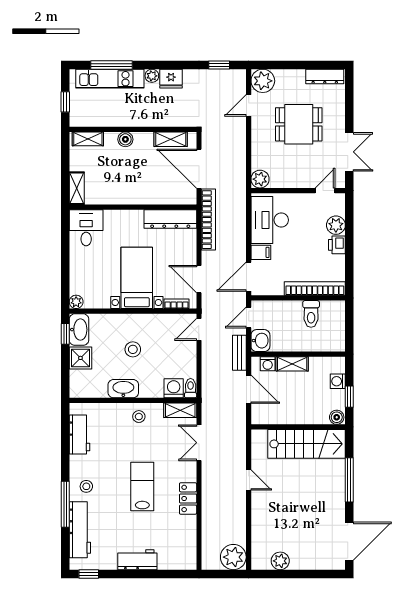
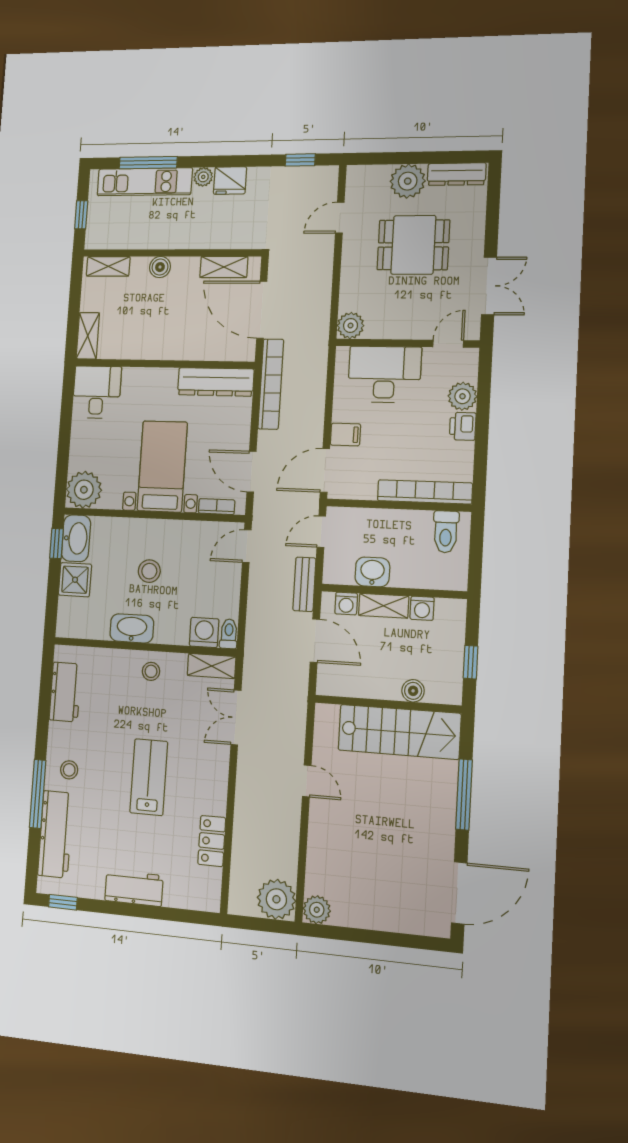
plant: (263, 81) -> (408, 181), moved
desk: (270, 220) -> (384, 374), moved, turned 90
plant: (76, 302) -> (84, 490), width x1.87, depth x1.87
toilet: (311, 314) -> (446, 532), moved
washbasin: (260, 341) -> (372, 572), moved, turned -90
washing machine: (338, 381) -> (422, 608), moved, turned -90
boiler: (337, 417) -> (413, 691), moved
locker: (188, 498) -> (212, 841), moved
plant: (280, 561) -> (317, 910), moved

